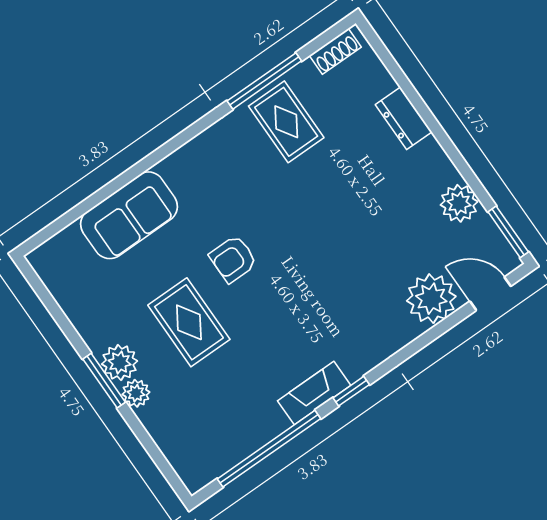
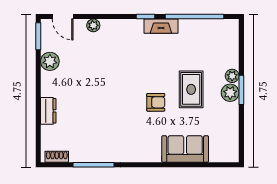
rug: (286, 122) -> (96, 142), removed
plant: (431, 299) -> (93, 25), width x0.53, depth x0.53

